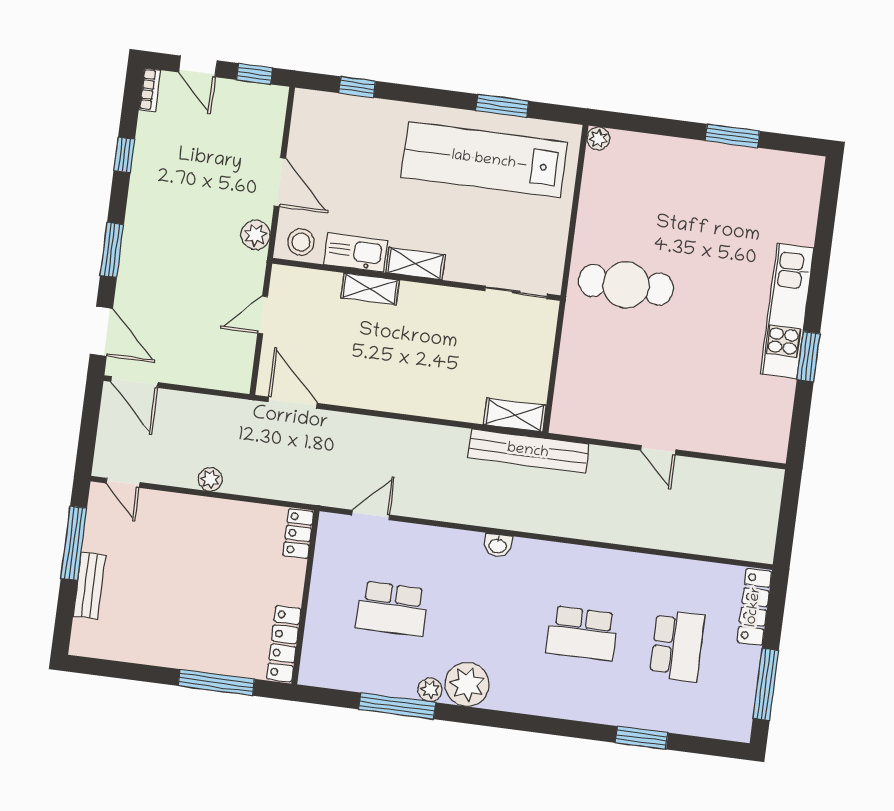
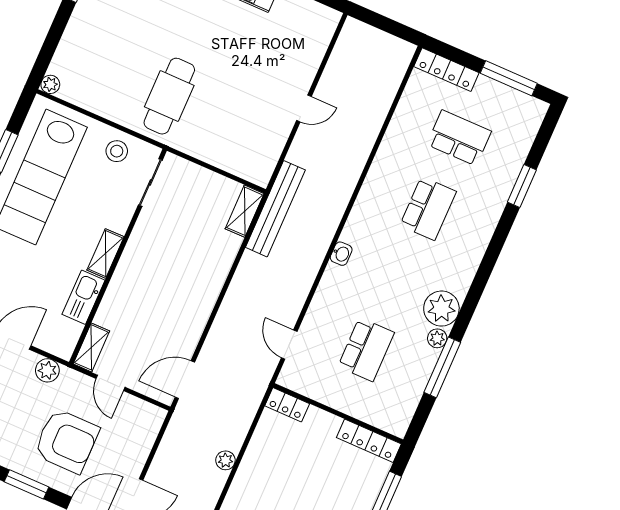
stool: (301, 242) -> (117, 151), moved
armchair: (178, 283) -> (67, 441), added
shelving: (370, 289) -> (91, 347), moved

